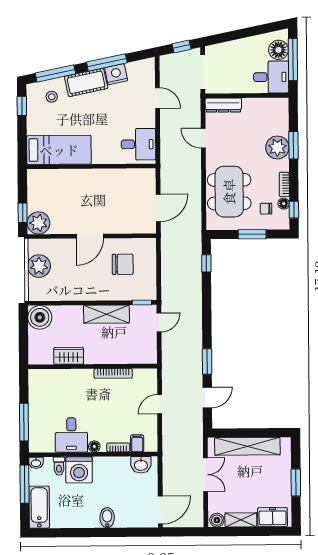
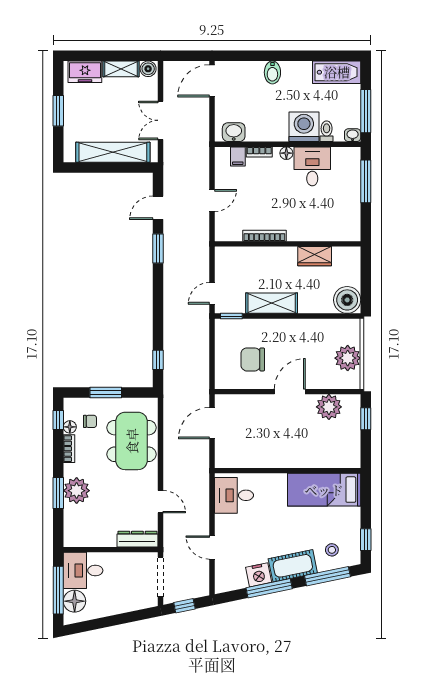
plant: (38, 223) -> (329, 407), moved
bathtub: (39, 507) -> (337, 72), moved, turned -90

